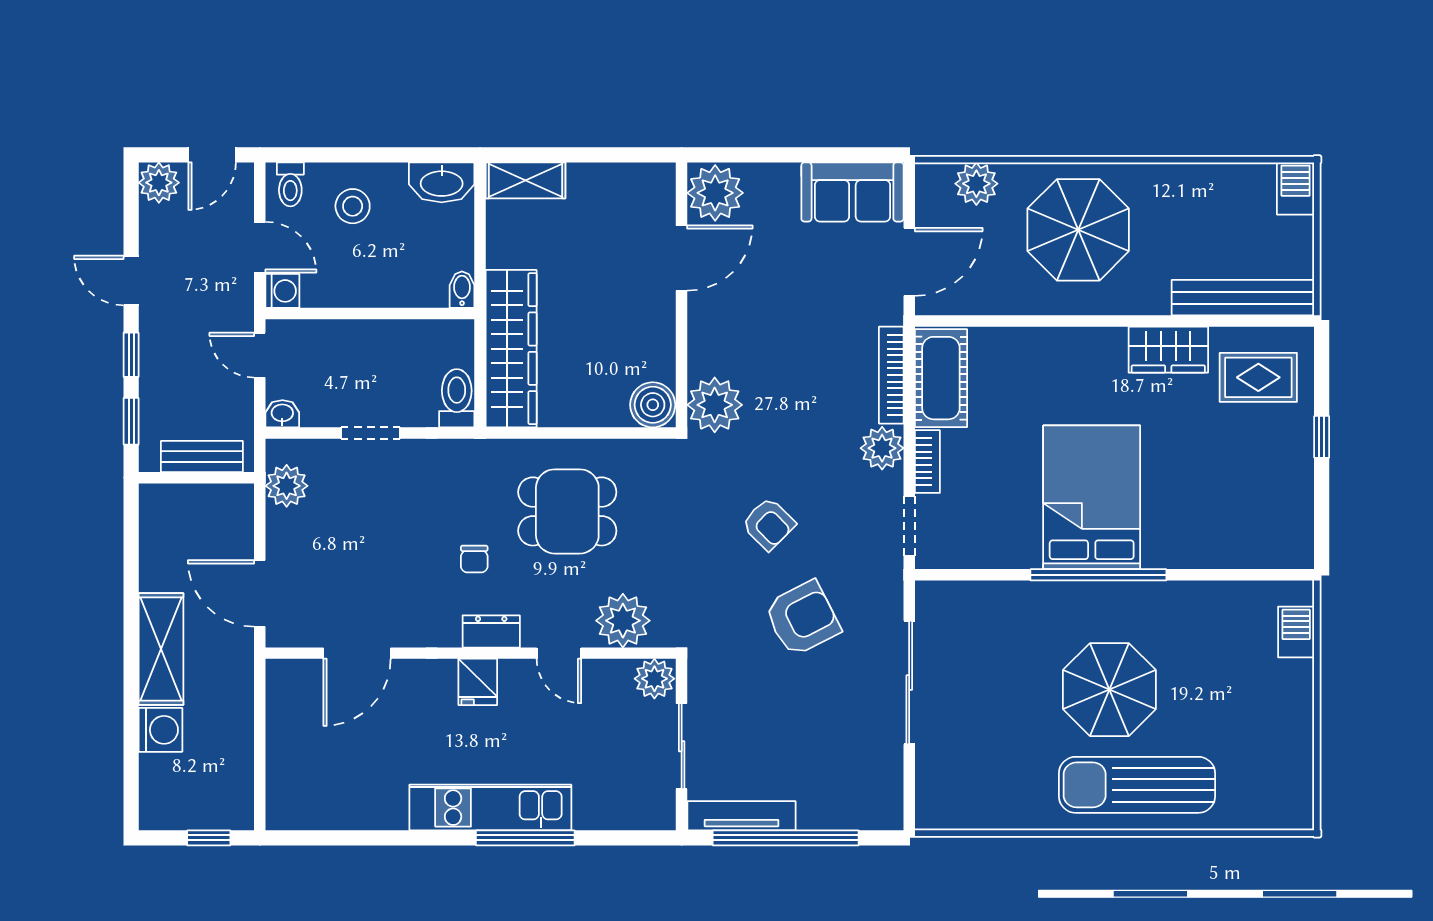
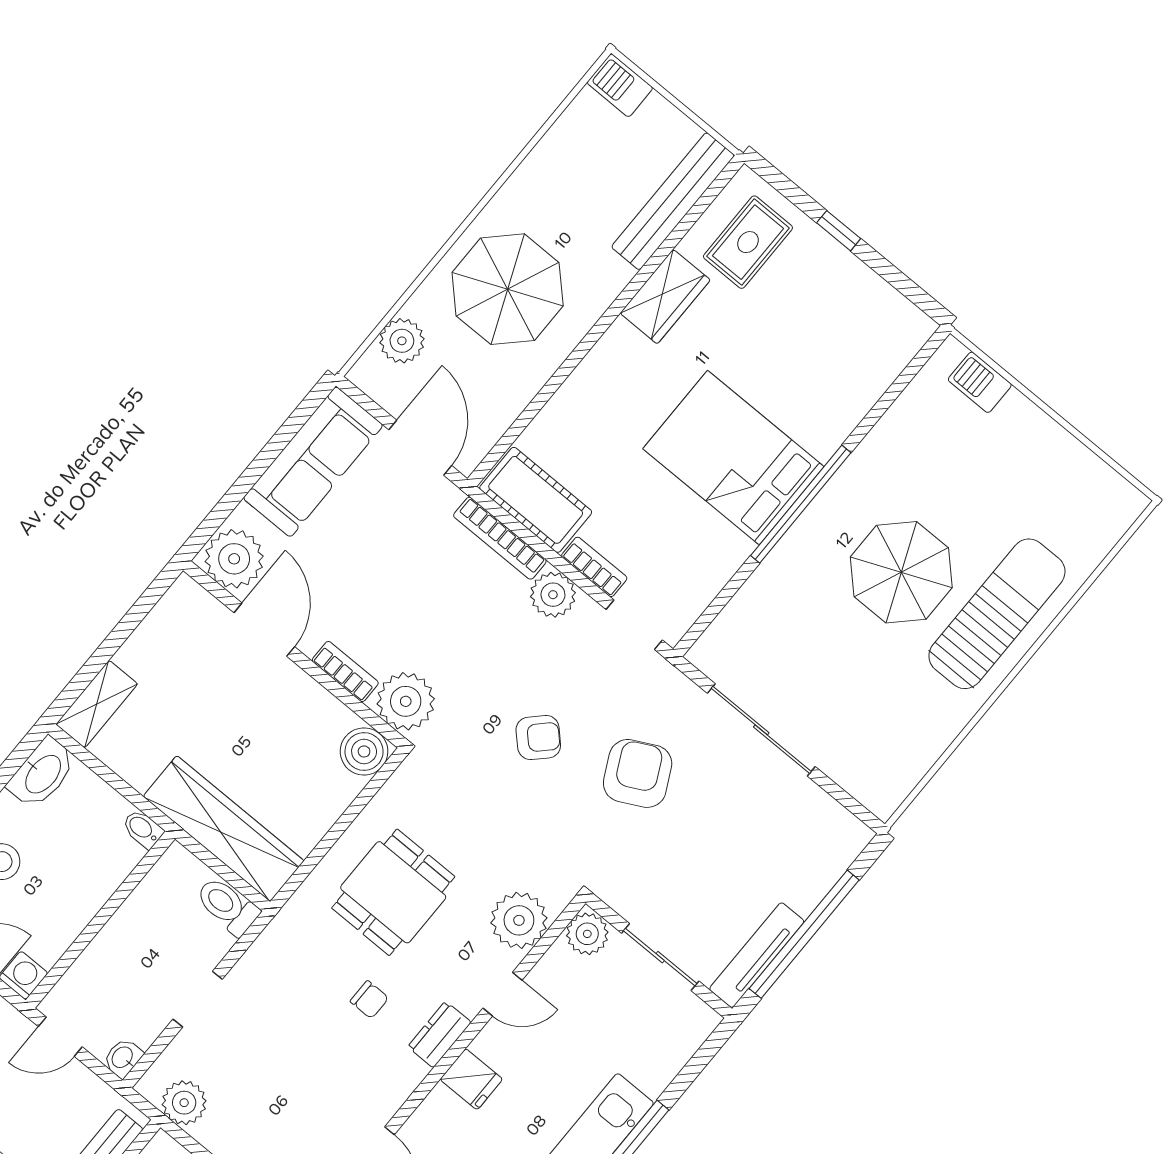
sofa: (852, 192) -> (313, 462), width x1.36
bookcase: (700, 343) -> (345, 672), added
sun lounger: (1137, 785) -> (997, 614), turned 180

